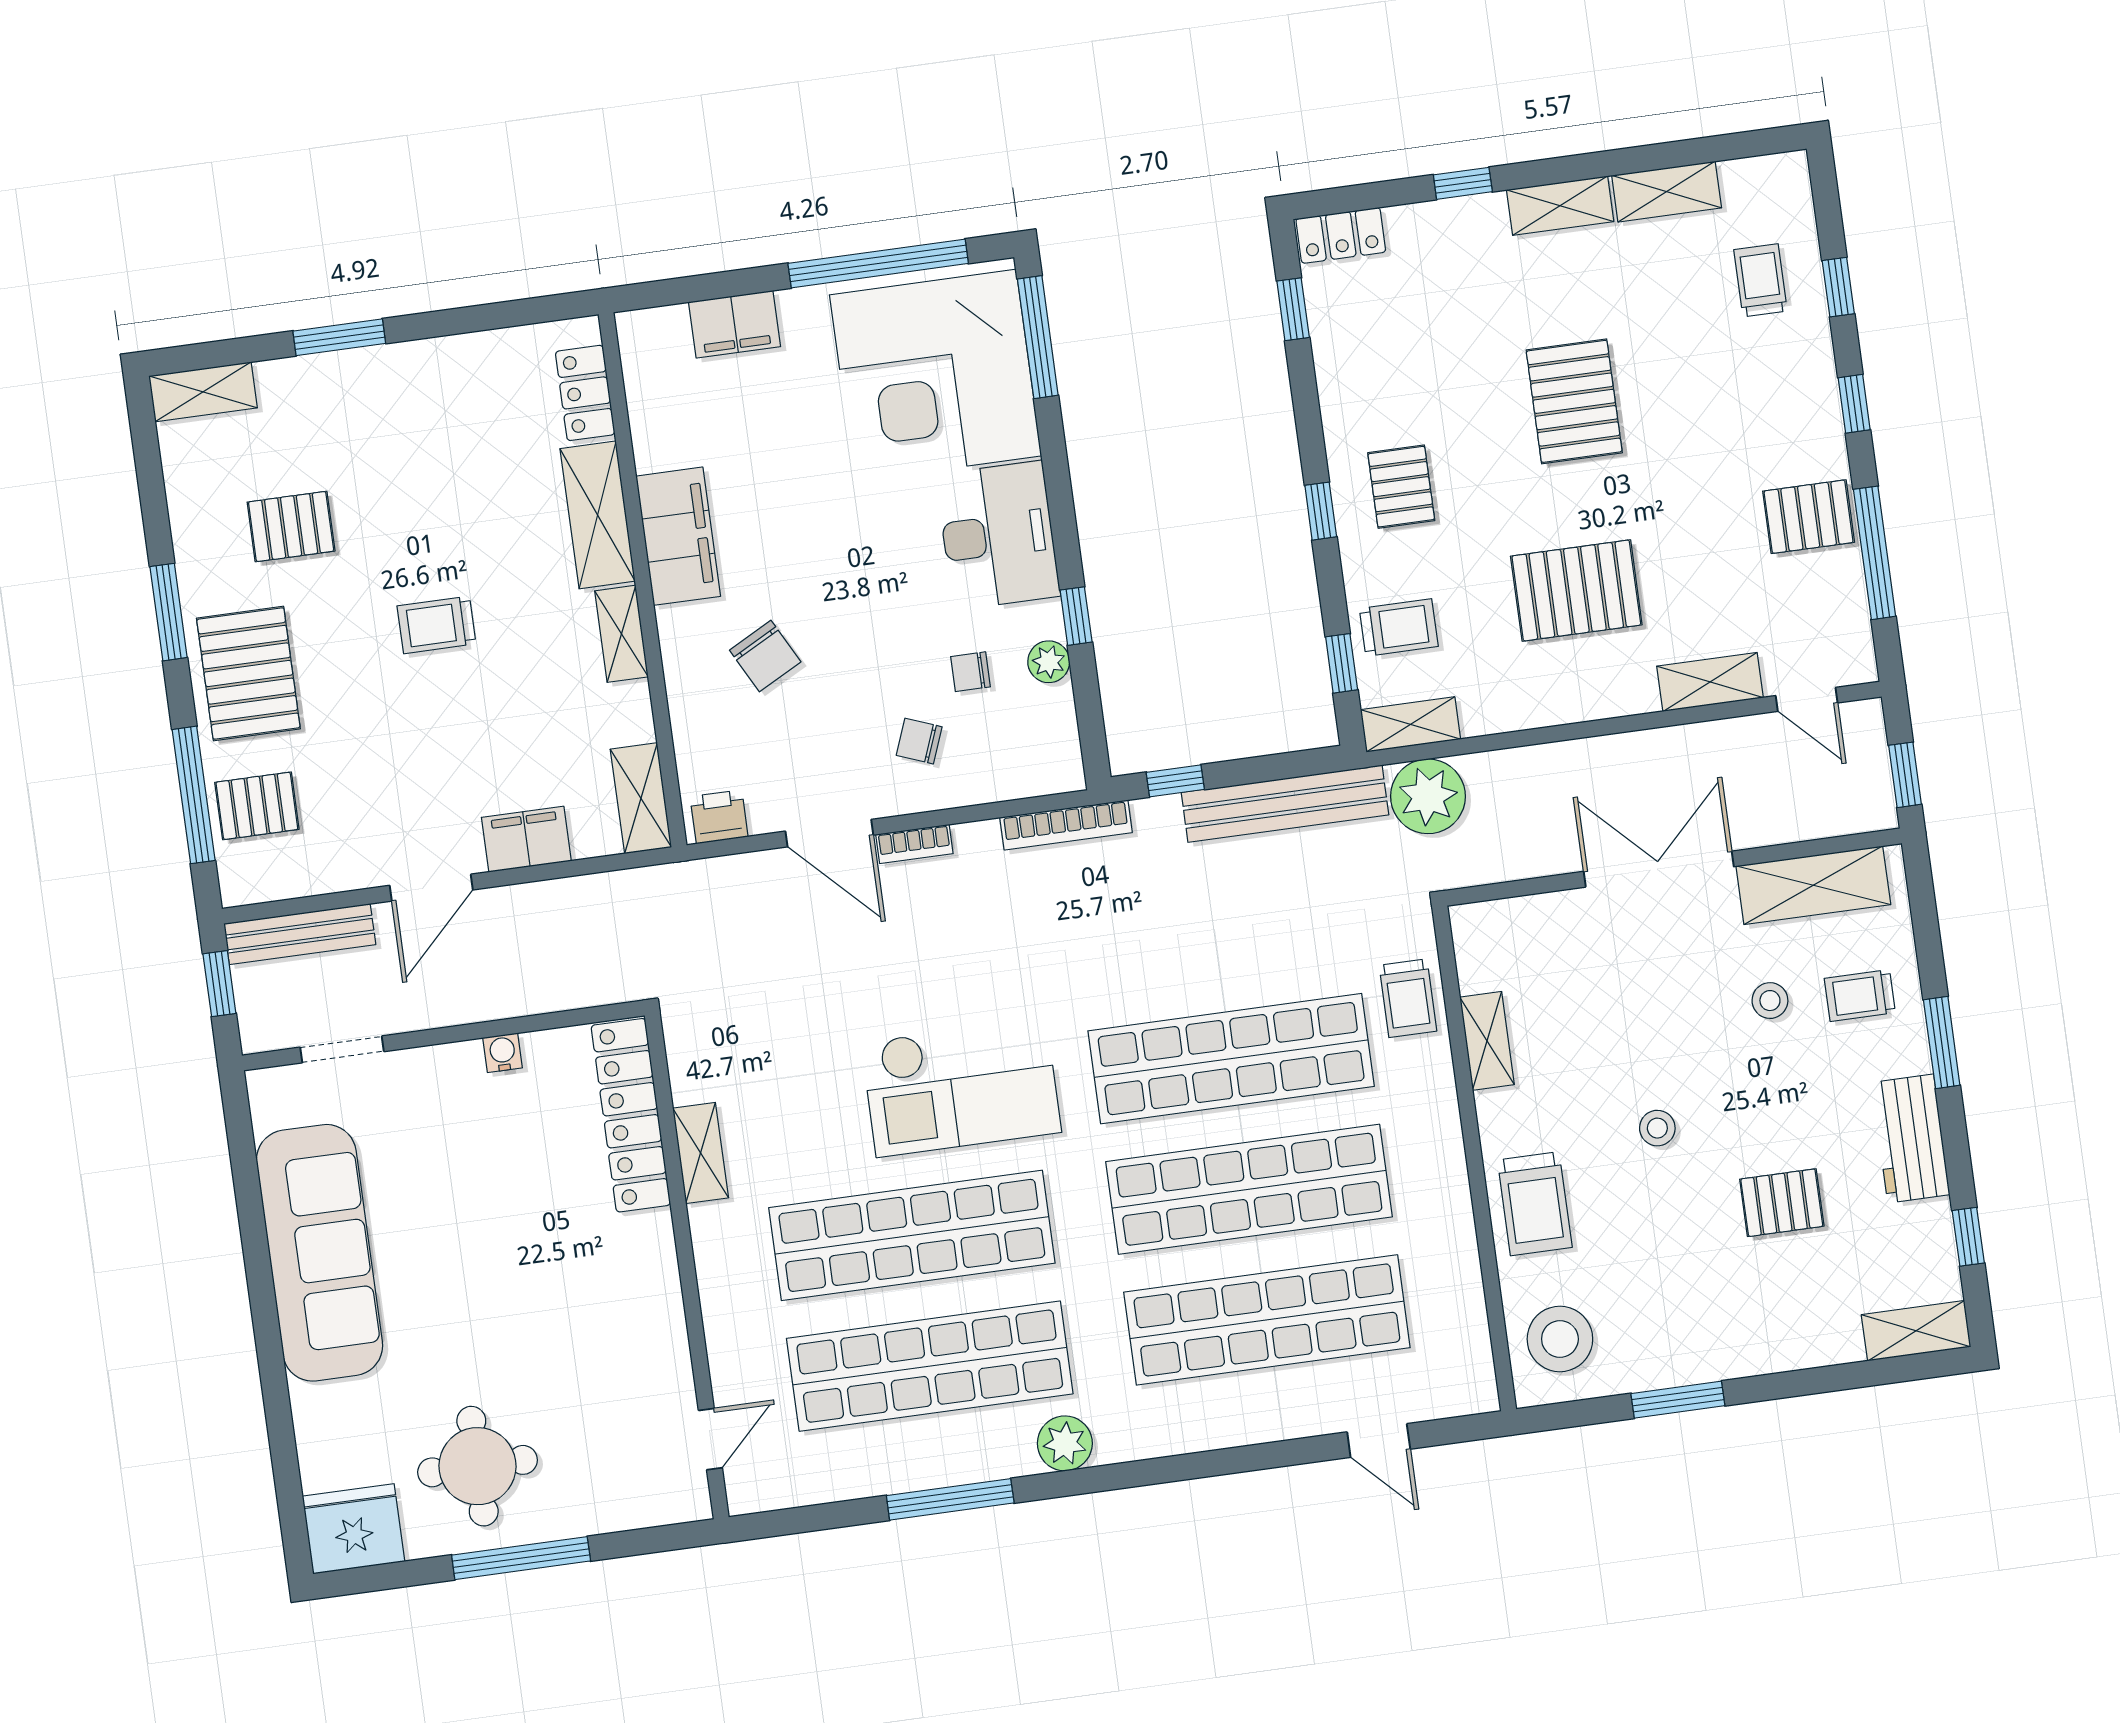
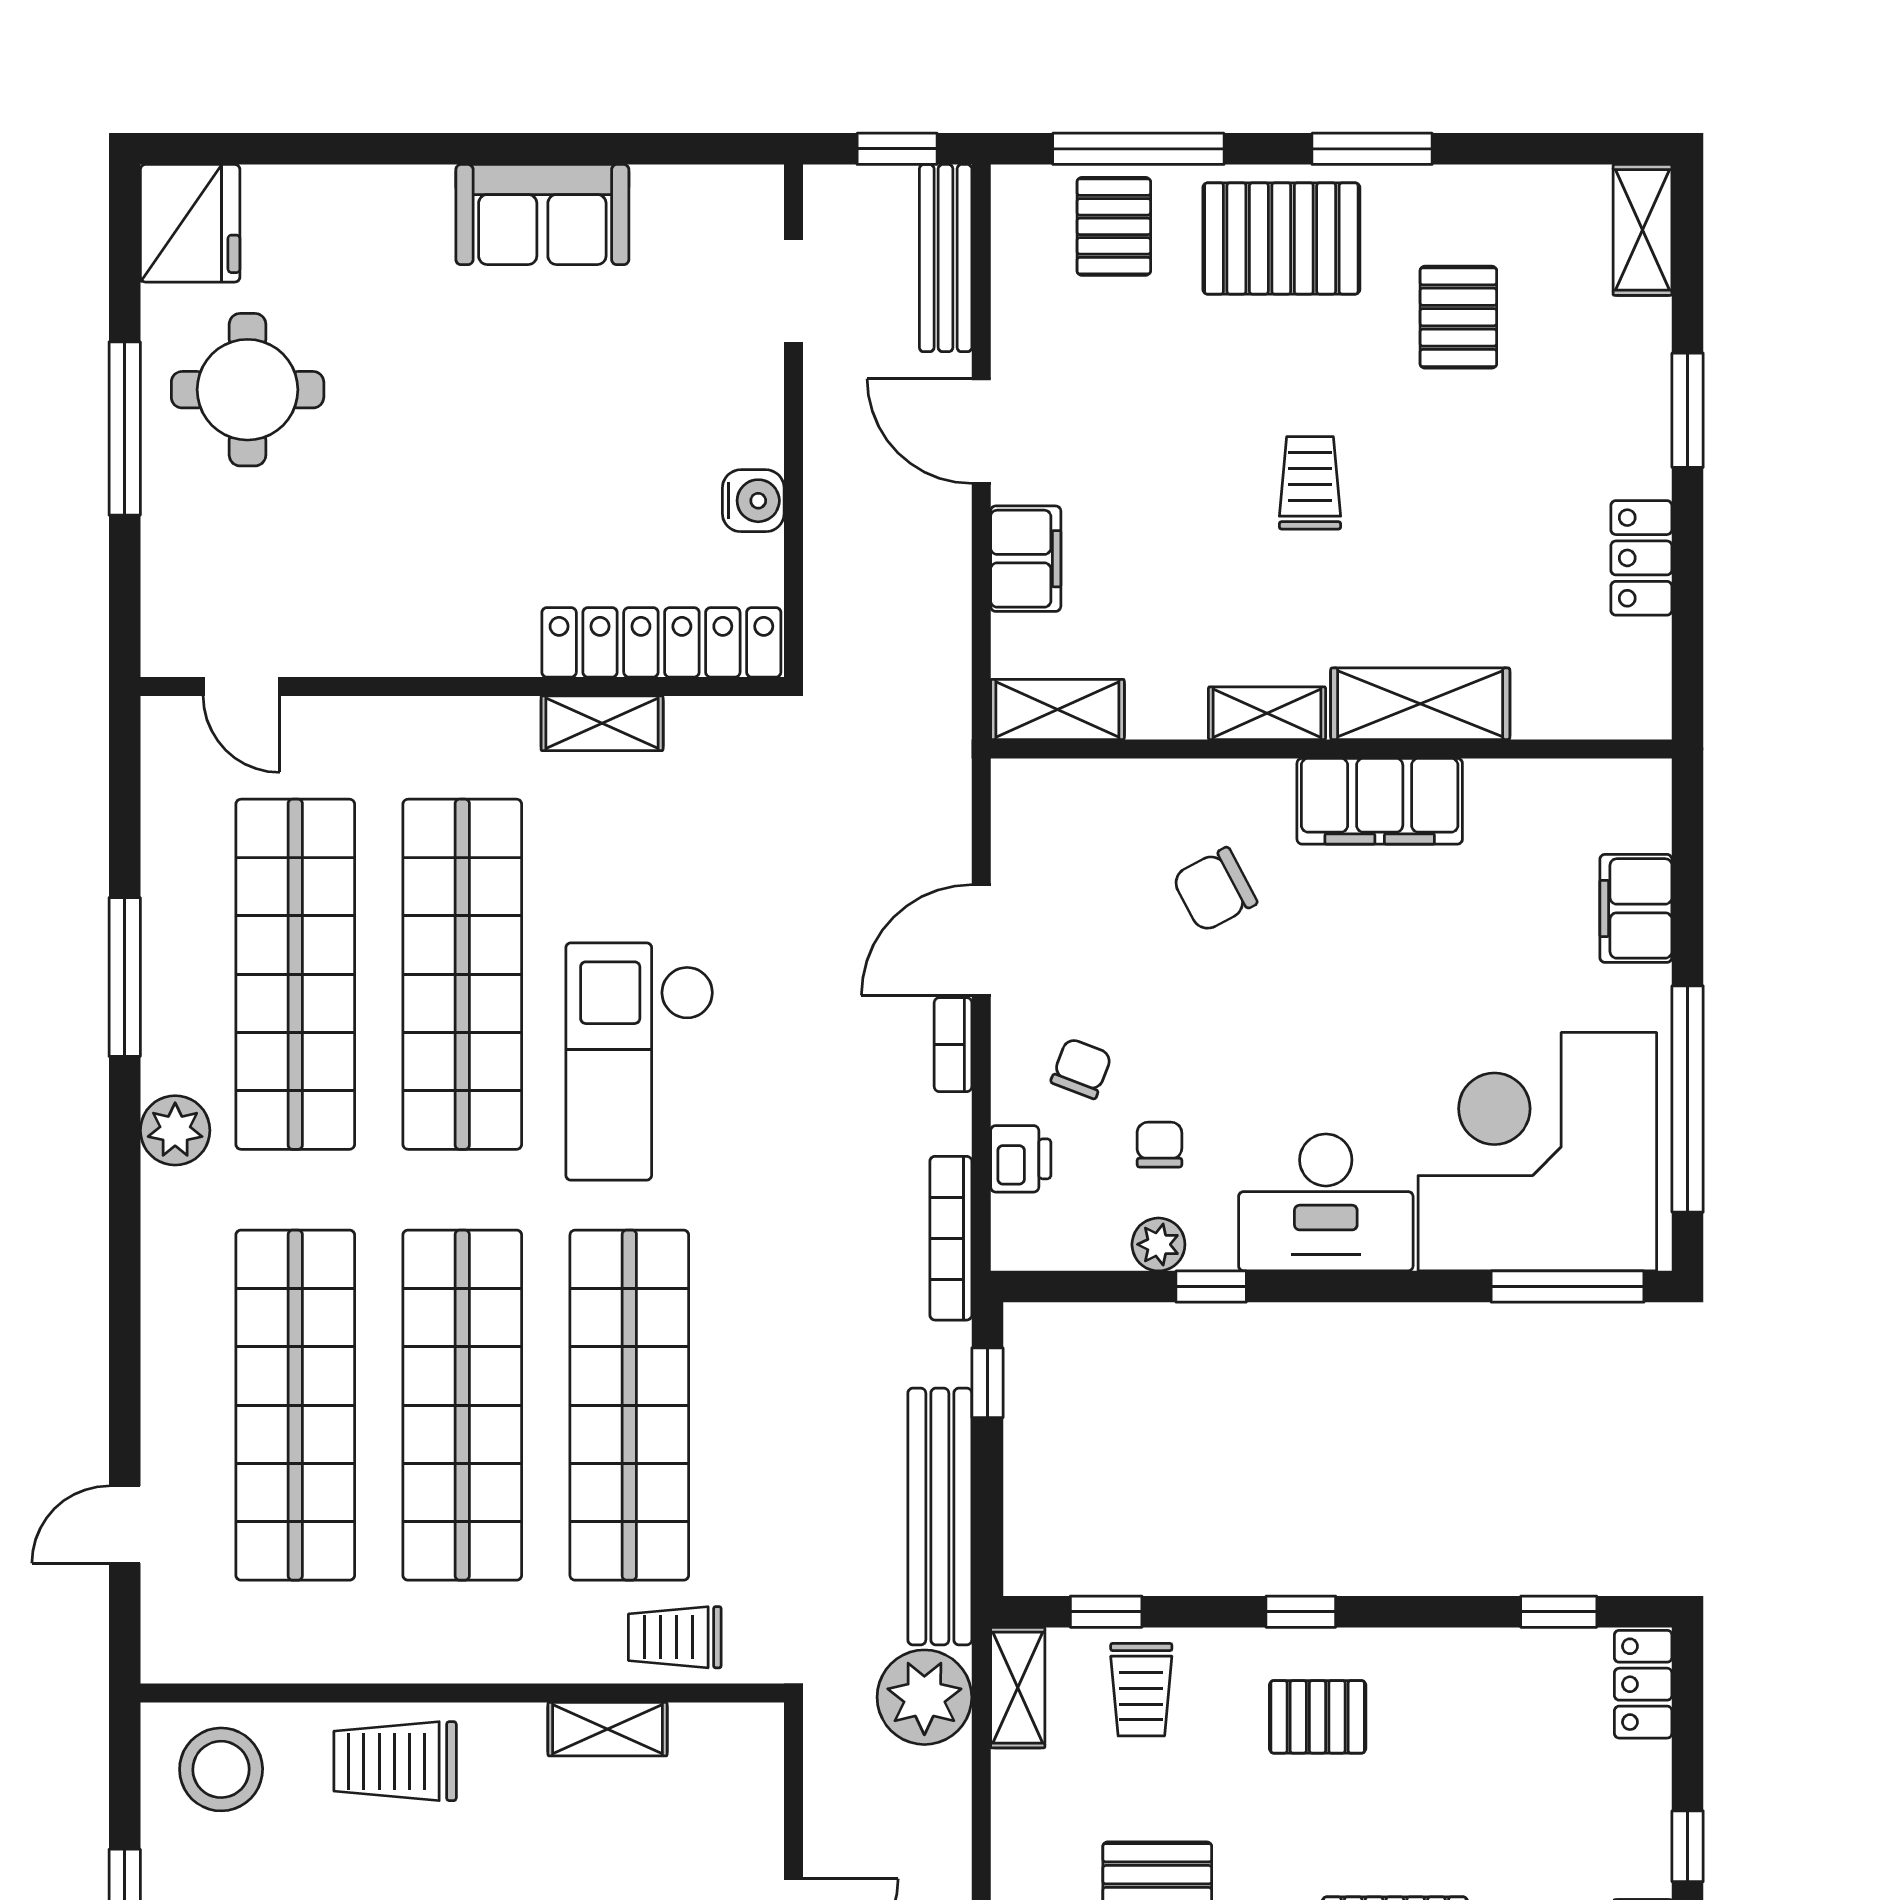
locker: (585, 393) -> (1641, 558), moved, turned -90
printer: (719, 817) -> (1021, 1159), moved
water cooler: (503, 1053) -> (753, 501), width x1.38, depth x1.38
sofa: (319, 1253) -> (542, 215), width x0.54, depth x0.79

